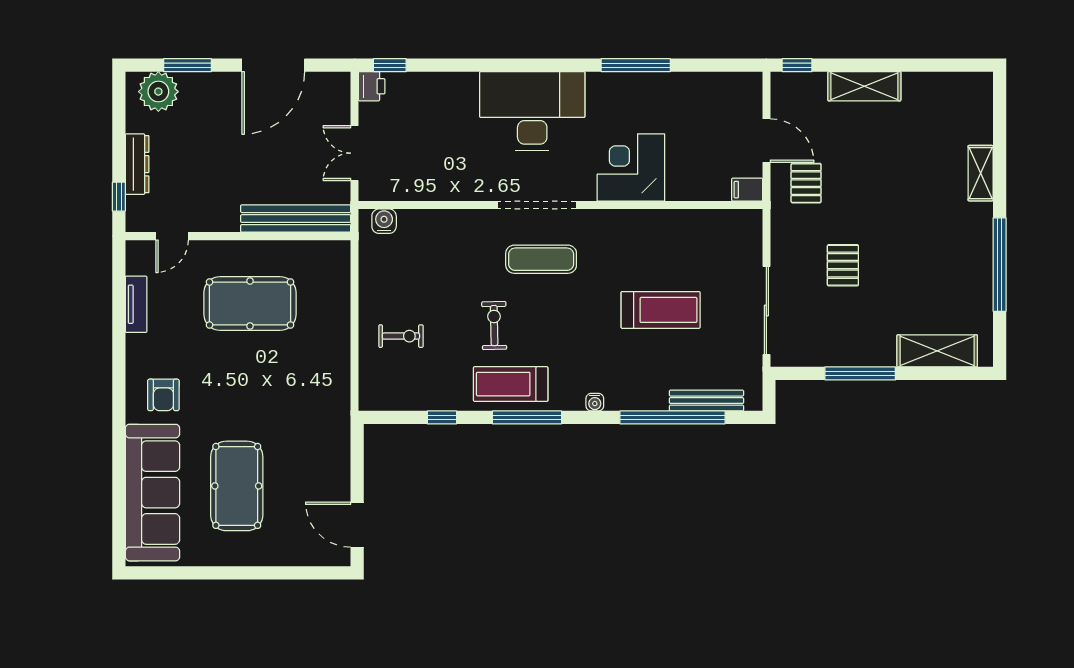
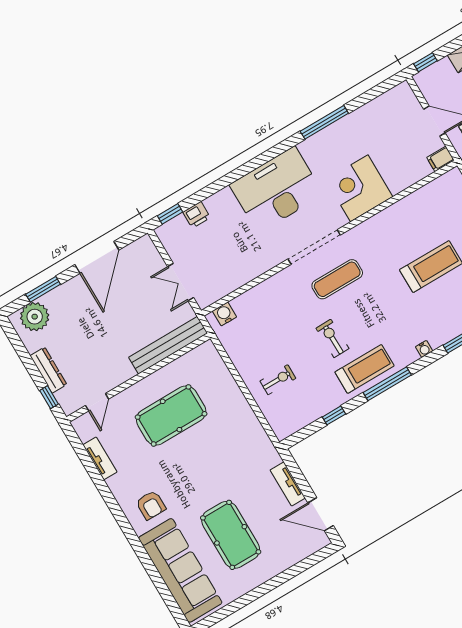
printer: (372, 86) -> (197, 215), moved, turned 90
treadmill: (511, 384) -> (365, 369), turned 180
tv unit: (340, 466) -> (288, 484), added

